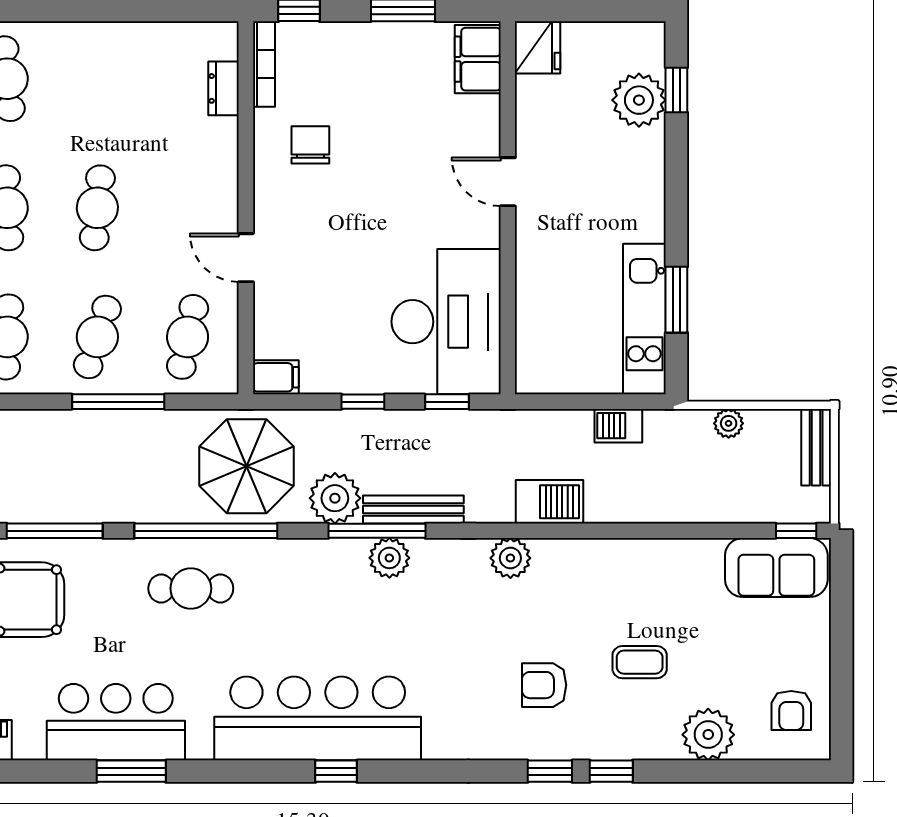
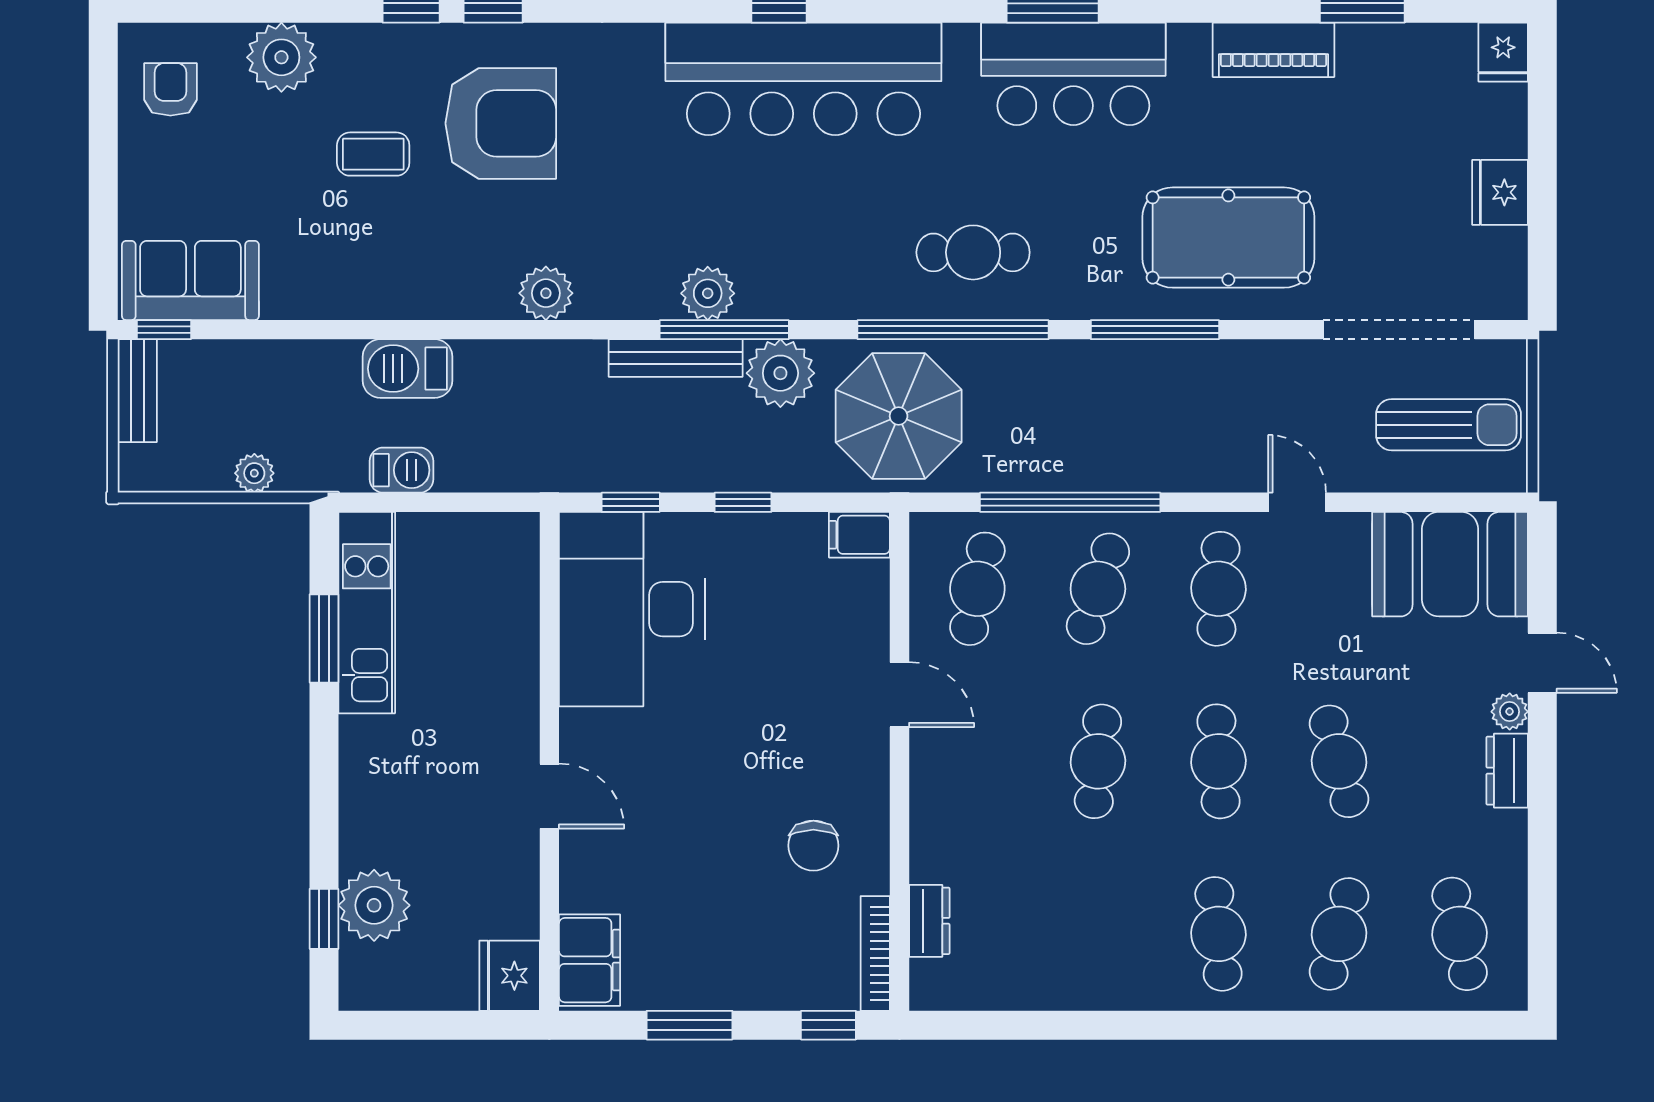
window: (118, 402) -> (1070, 502), width x1.46
bench: (816, 447) -> (137, 391), moved
barbecue: (549, 502) -> (407, 369), moved
armchair: (544, 685) -> (501, 123), width x1.88, depth x1.88

